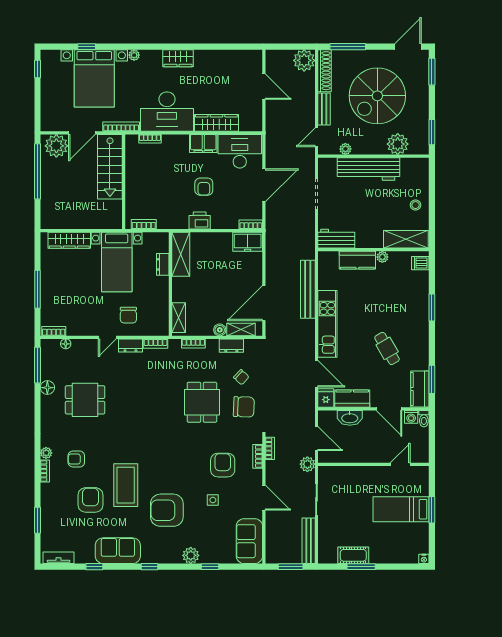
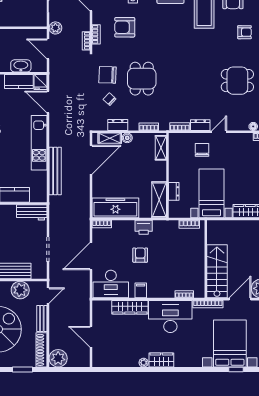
window: (348, 47) -> (22, 370), width x0.69
plant: (134, 55) -> (144, 363), moved
filing cabinet: (203, 143) -> (141, 290), width x0.50
plant: (345, 149) -> (20, 290), width x1.88, depth x1.88
freezer: (248, 242) -> (115, 208), width x1.91, depth x1.26
armchair: (223, 465) -> (125, 27), turned 90

